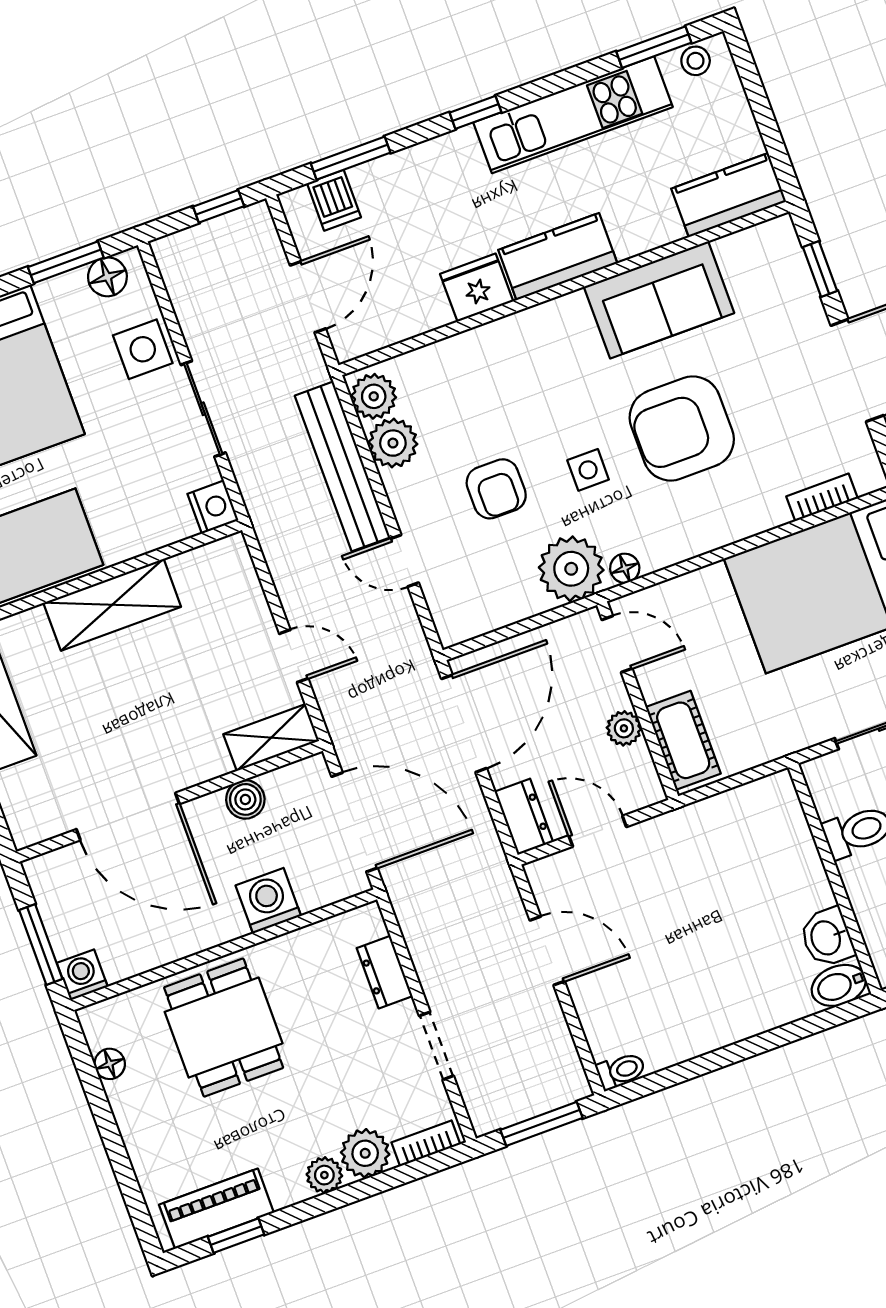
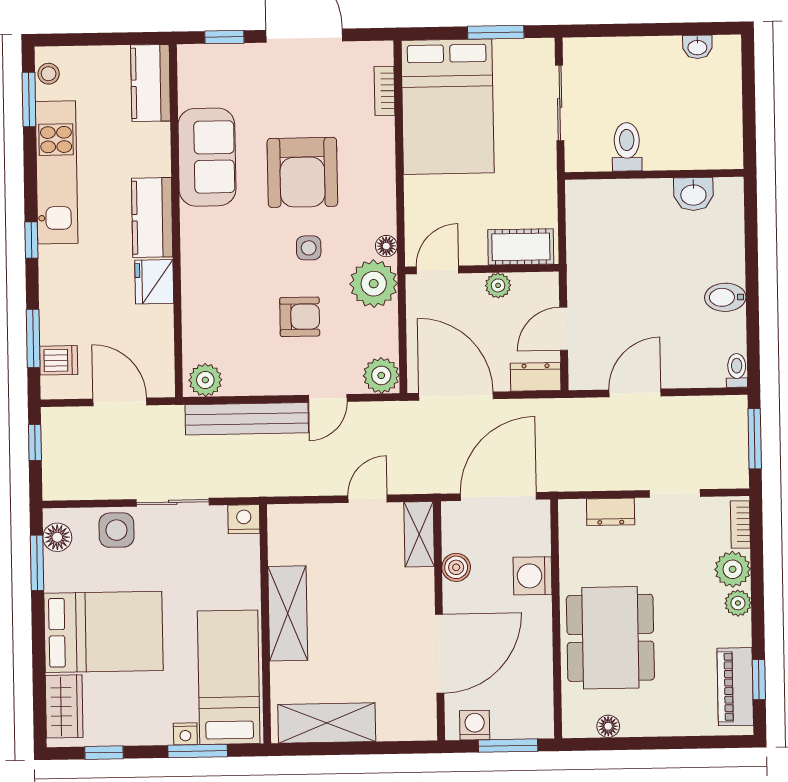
plant: (393, 443) -> (381, 375), moved
washing machine: (82, 975) -> (475, 725), moved, turned 90
bidet: (839, 985) -> (725, 297), moved, turned 90
dining table: (224, 1028) -> (610, 638), width x1.38

